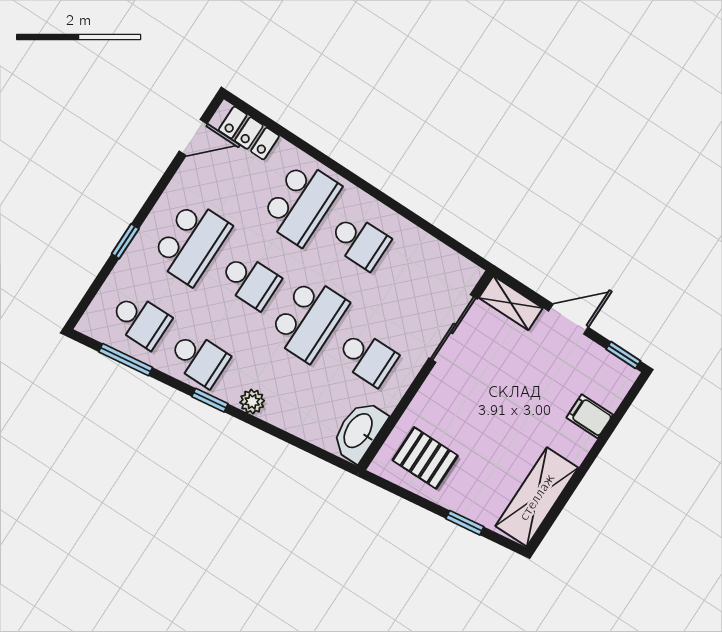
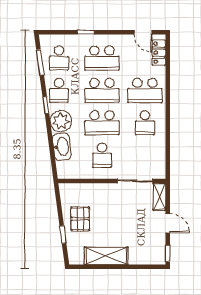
school desk: (250, 281) -> (102, 90), width x1.85
plant: (252, 402) -> (61, 121), width x1.88, depth x1.88
filing cabinet: (590, 416) -> (136, 256), removed
washbasin: (359, 431) -> (62, 147), moved, turned 82
pallet: (425, 458) -> (80, 219), moved
shelving: (537, 497) -> (106, 256), moved

